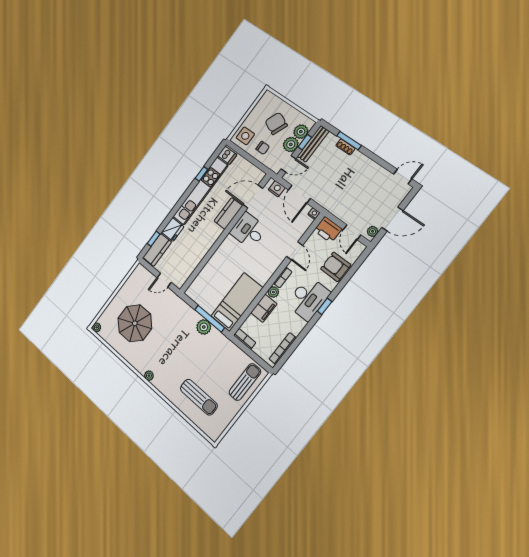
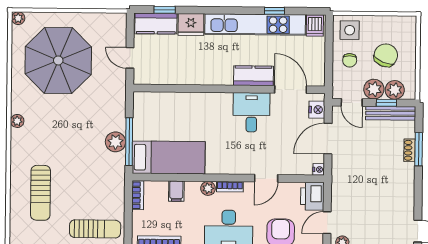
filing cabinet: (264, 308) -> (176, 191), width x0.50
parasol: (135, 323) -> (58, 60), width x1.36, depth x1.36

